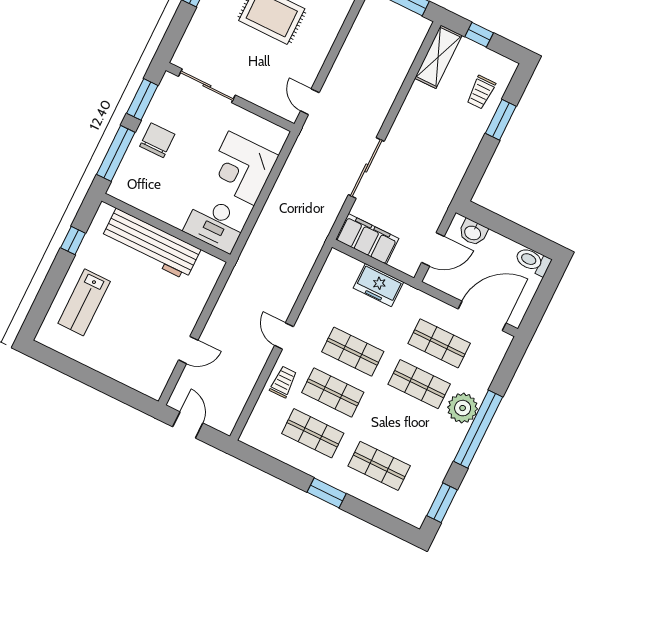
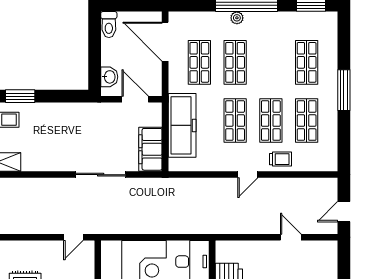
freezer: (378, 285) -> (182, 125), width x1.91, depth x1.26
trolley: (283, 382) -> (280, 159), turned 180
plant: (463, 408) -> (237, 18), width x0.53, depth x0.53
window: (327, 493) -> (344, 90), width x1.44

